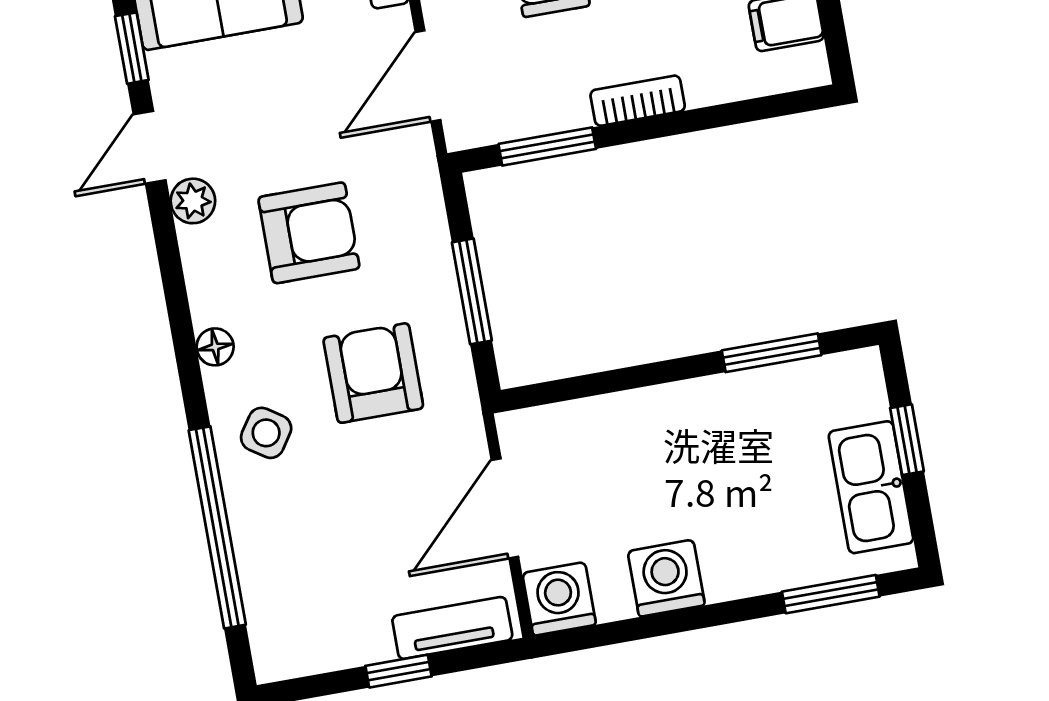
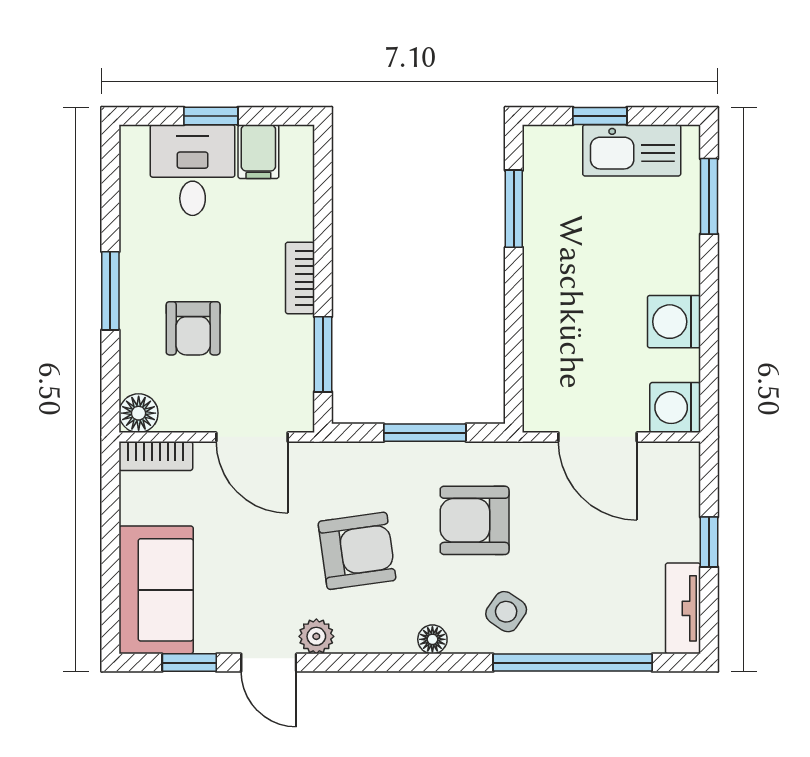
armchair: (309, 233) -> (357, 551), turned 82
tv unit: (452, 628) -> (683, 608), moved

